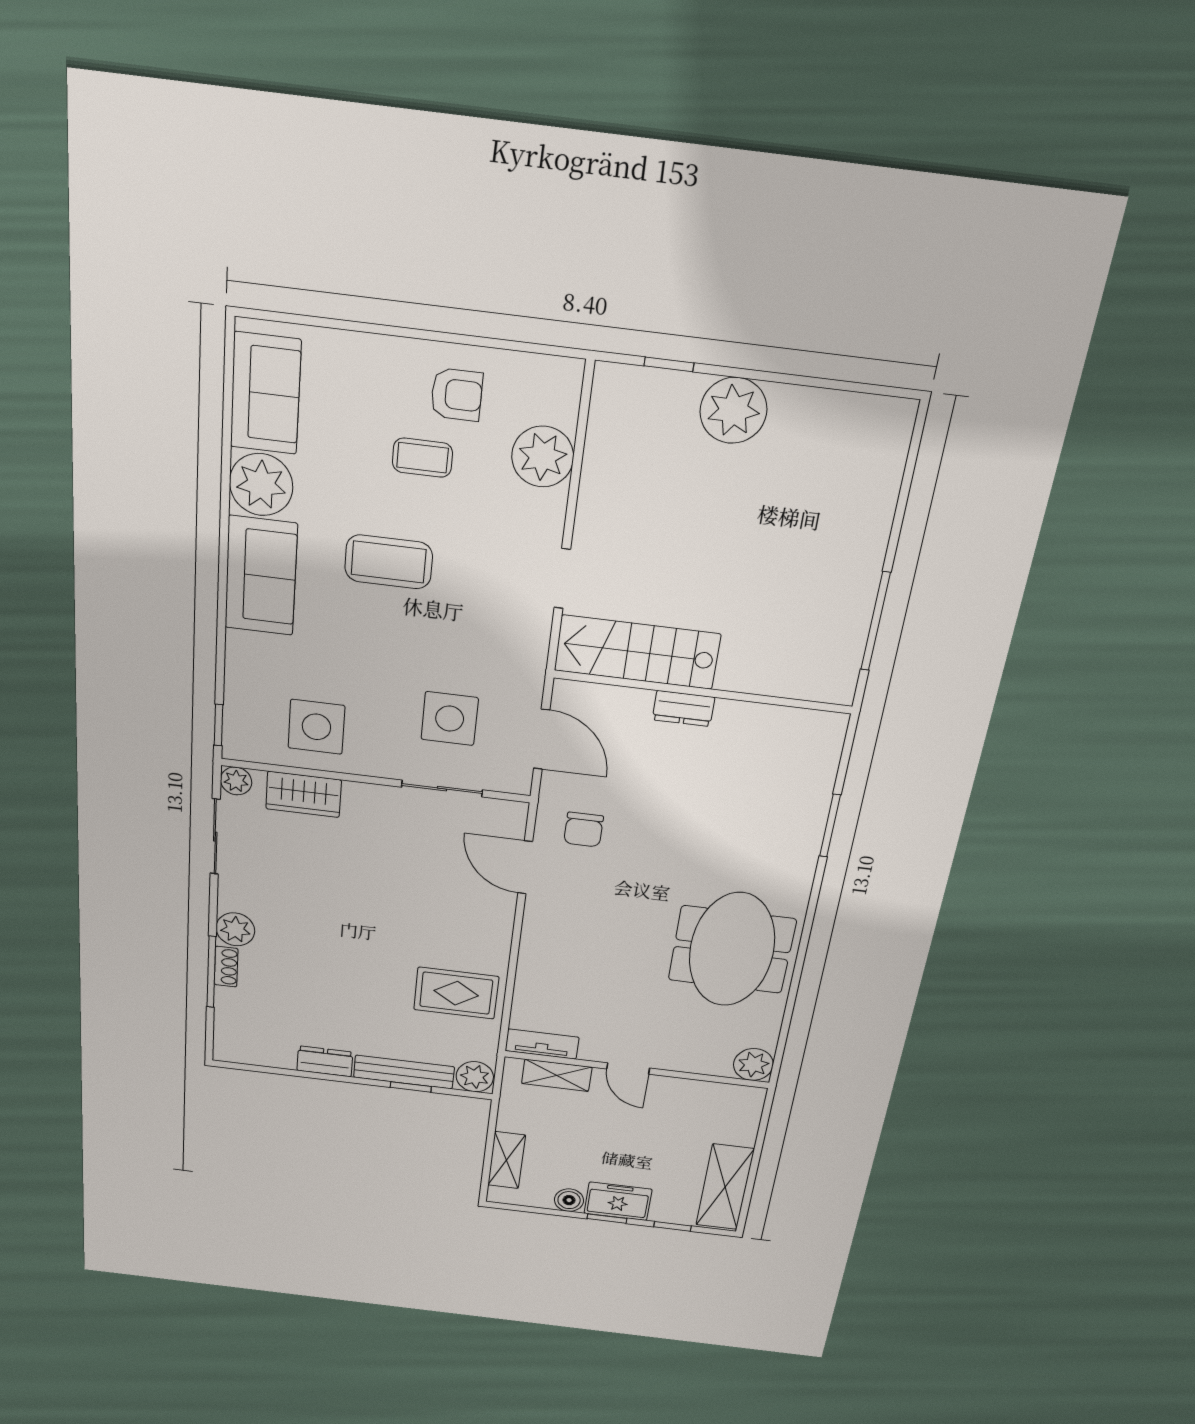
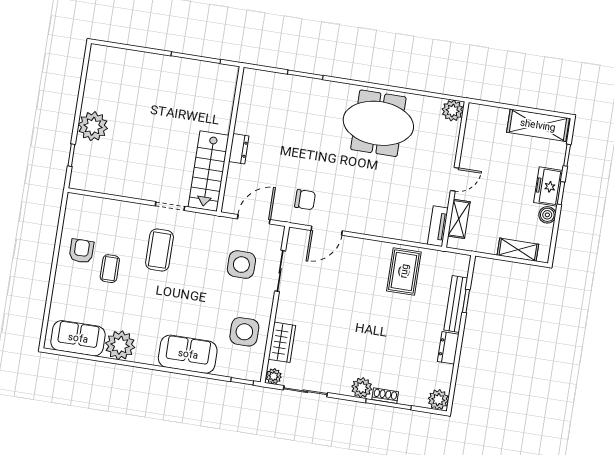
plant: (543, 457) -> (111, 213), removed
coffee table: (389, 562) -> (159, 250), moved
sofa: (261, 576) -> (188, 354), moved
plant: (475, 1077) -> (438, 400), moved

